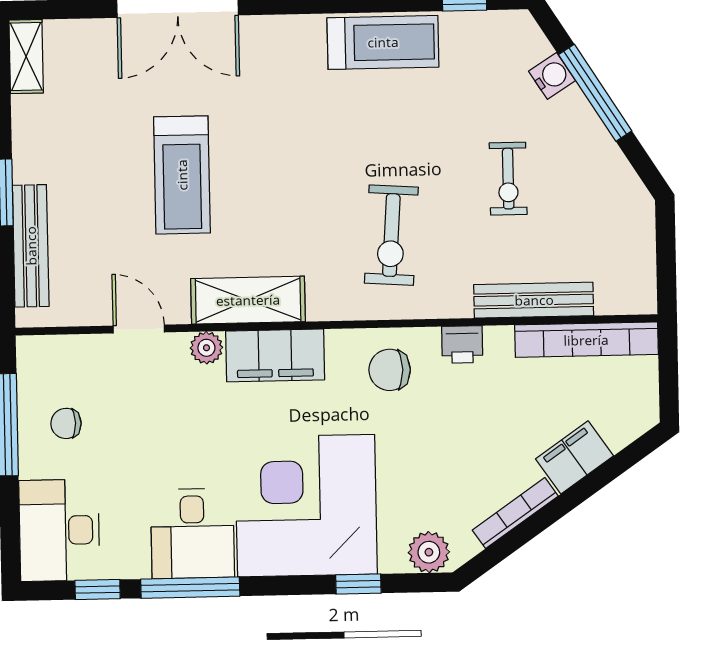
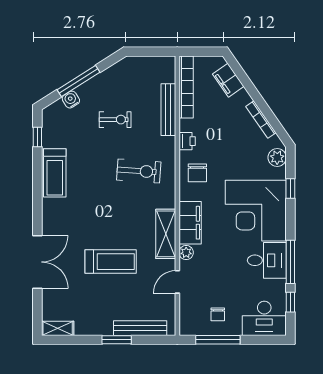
treadmill: (383, 42) -> (55, 173), turned 180
filing cabinet: (574, 457) -> (228, 80), moved

